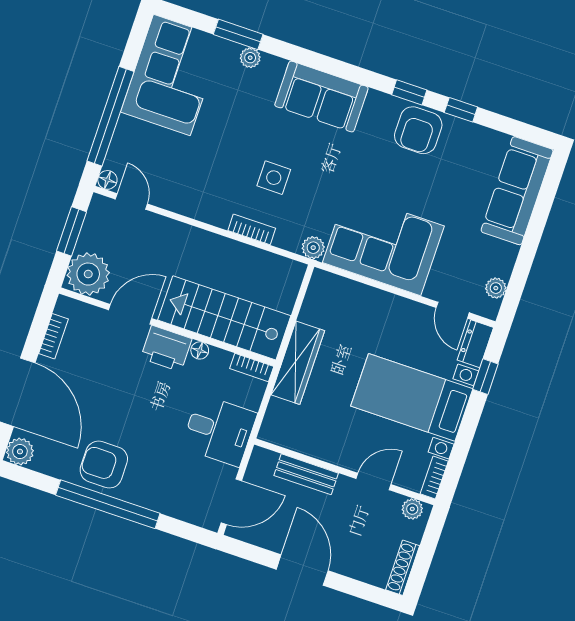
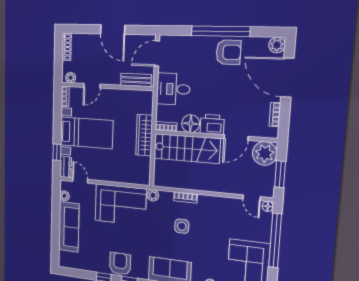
sofa: (517, 191) -> (69, 227), moved
floor lamp: (200, 350) -> (191, 124), width x1.89, depth x1.89
bench: (306, 474) -> (136, 80), moved

